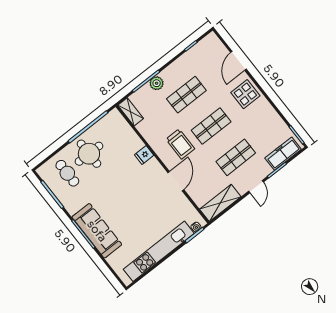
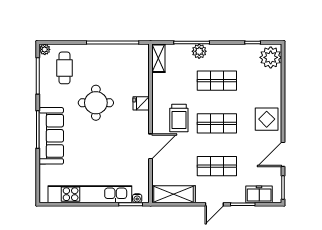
plant: (213, 46) -> (271, 57), added
door: (238, 61) -> (283, 154), moved
round table: (89, 154) -> (96, 103), moved
freezer: (283, 154) -> (259, 194), width x0.71
plant: (42, 171) -> (45, 49), added

